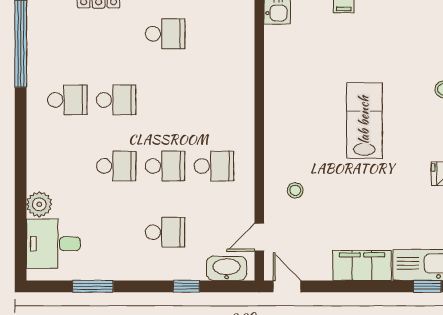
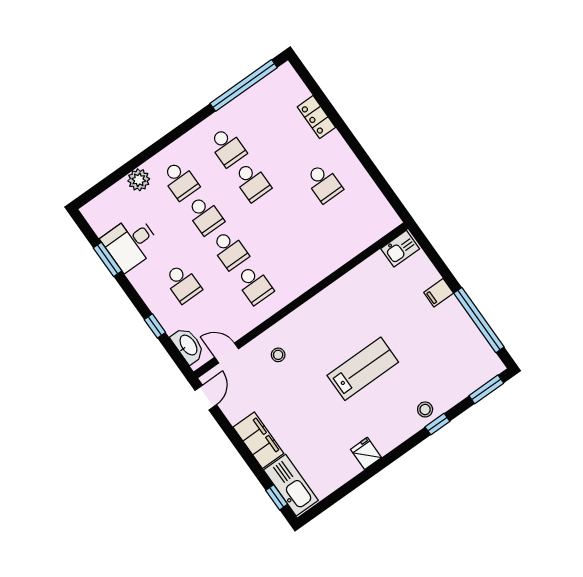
school desk: (67, 166) -> (180, 180), added
desk: (53, 244) -> (131, 243), moved, turned -90

